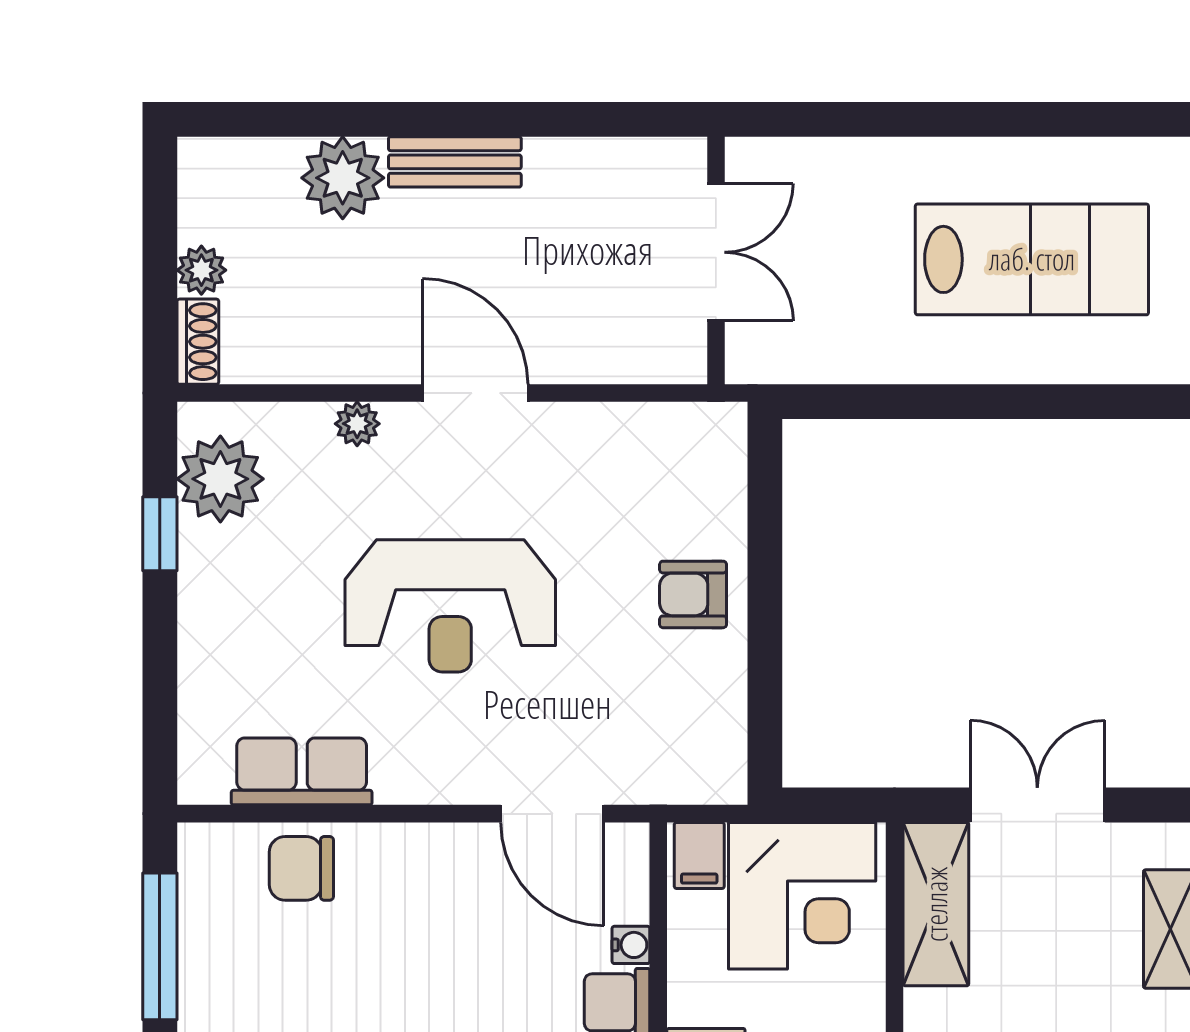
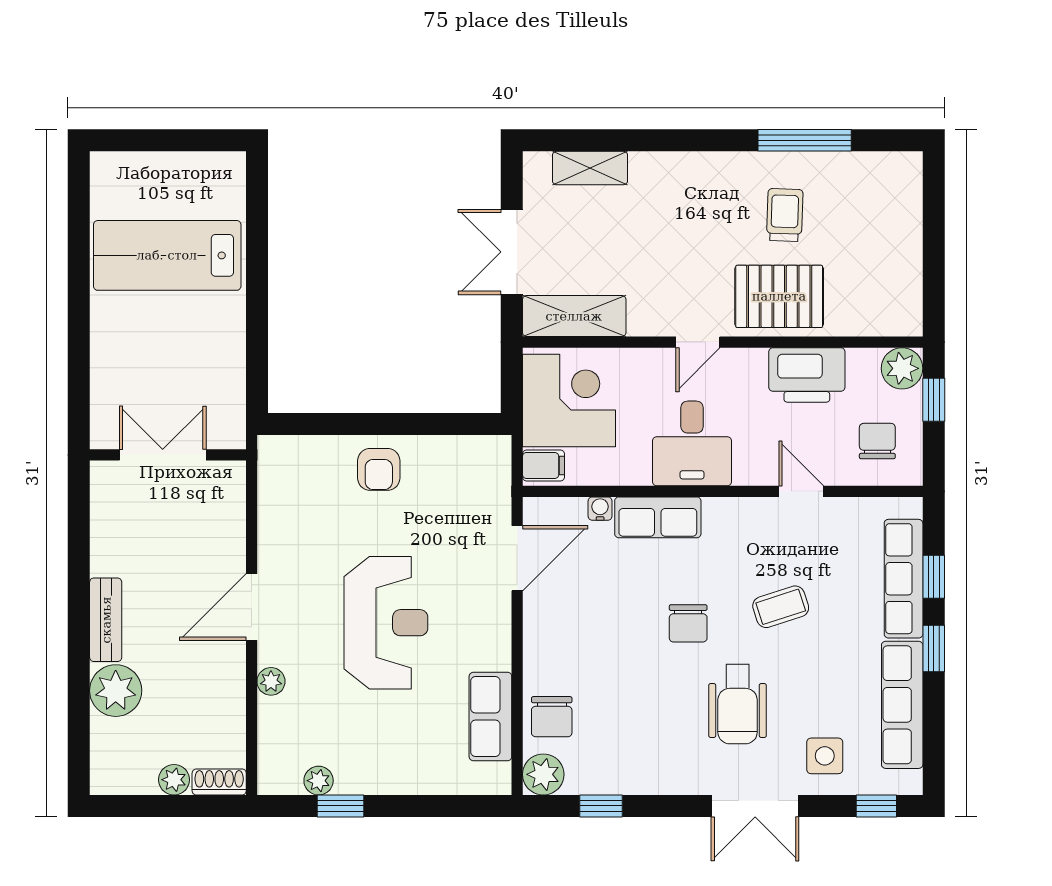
lab bench: (1032, 259) -> (167, 255), turned -90
plant: (220, 479) -> (319, 781), width x0.53, depth x0.53
plant: (210, 855) -> (543, 774), added
window: (160, 946) -> (601, 806), width x0.46

